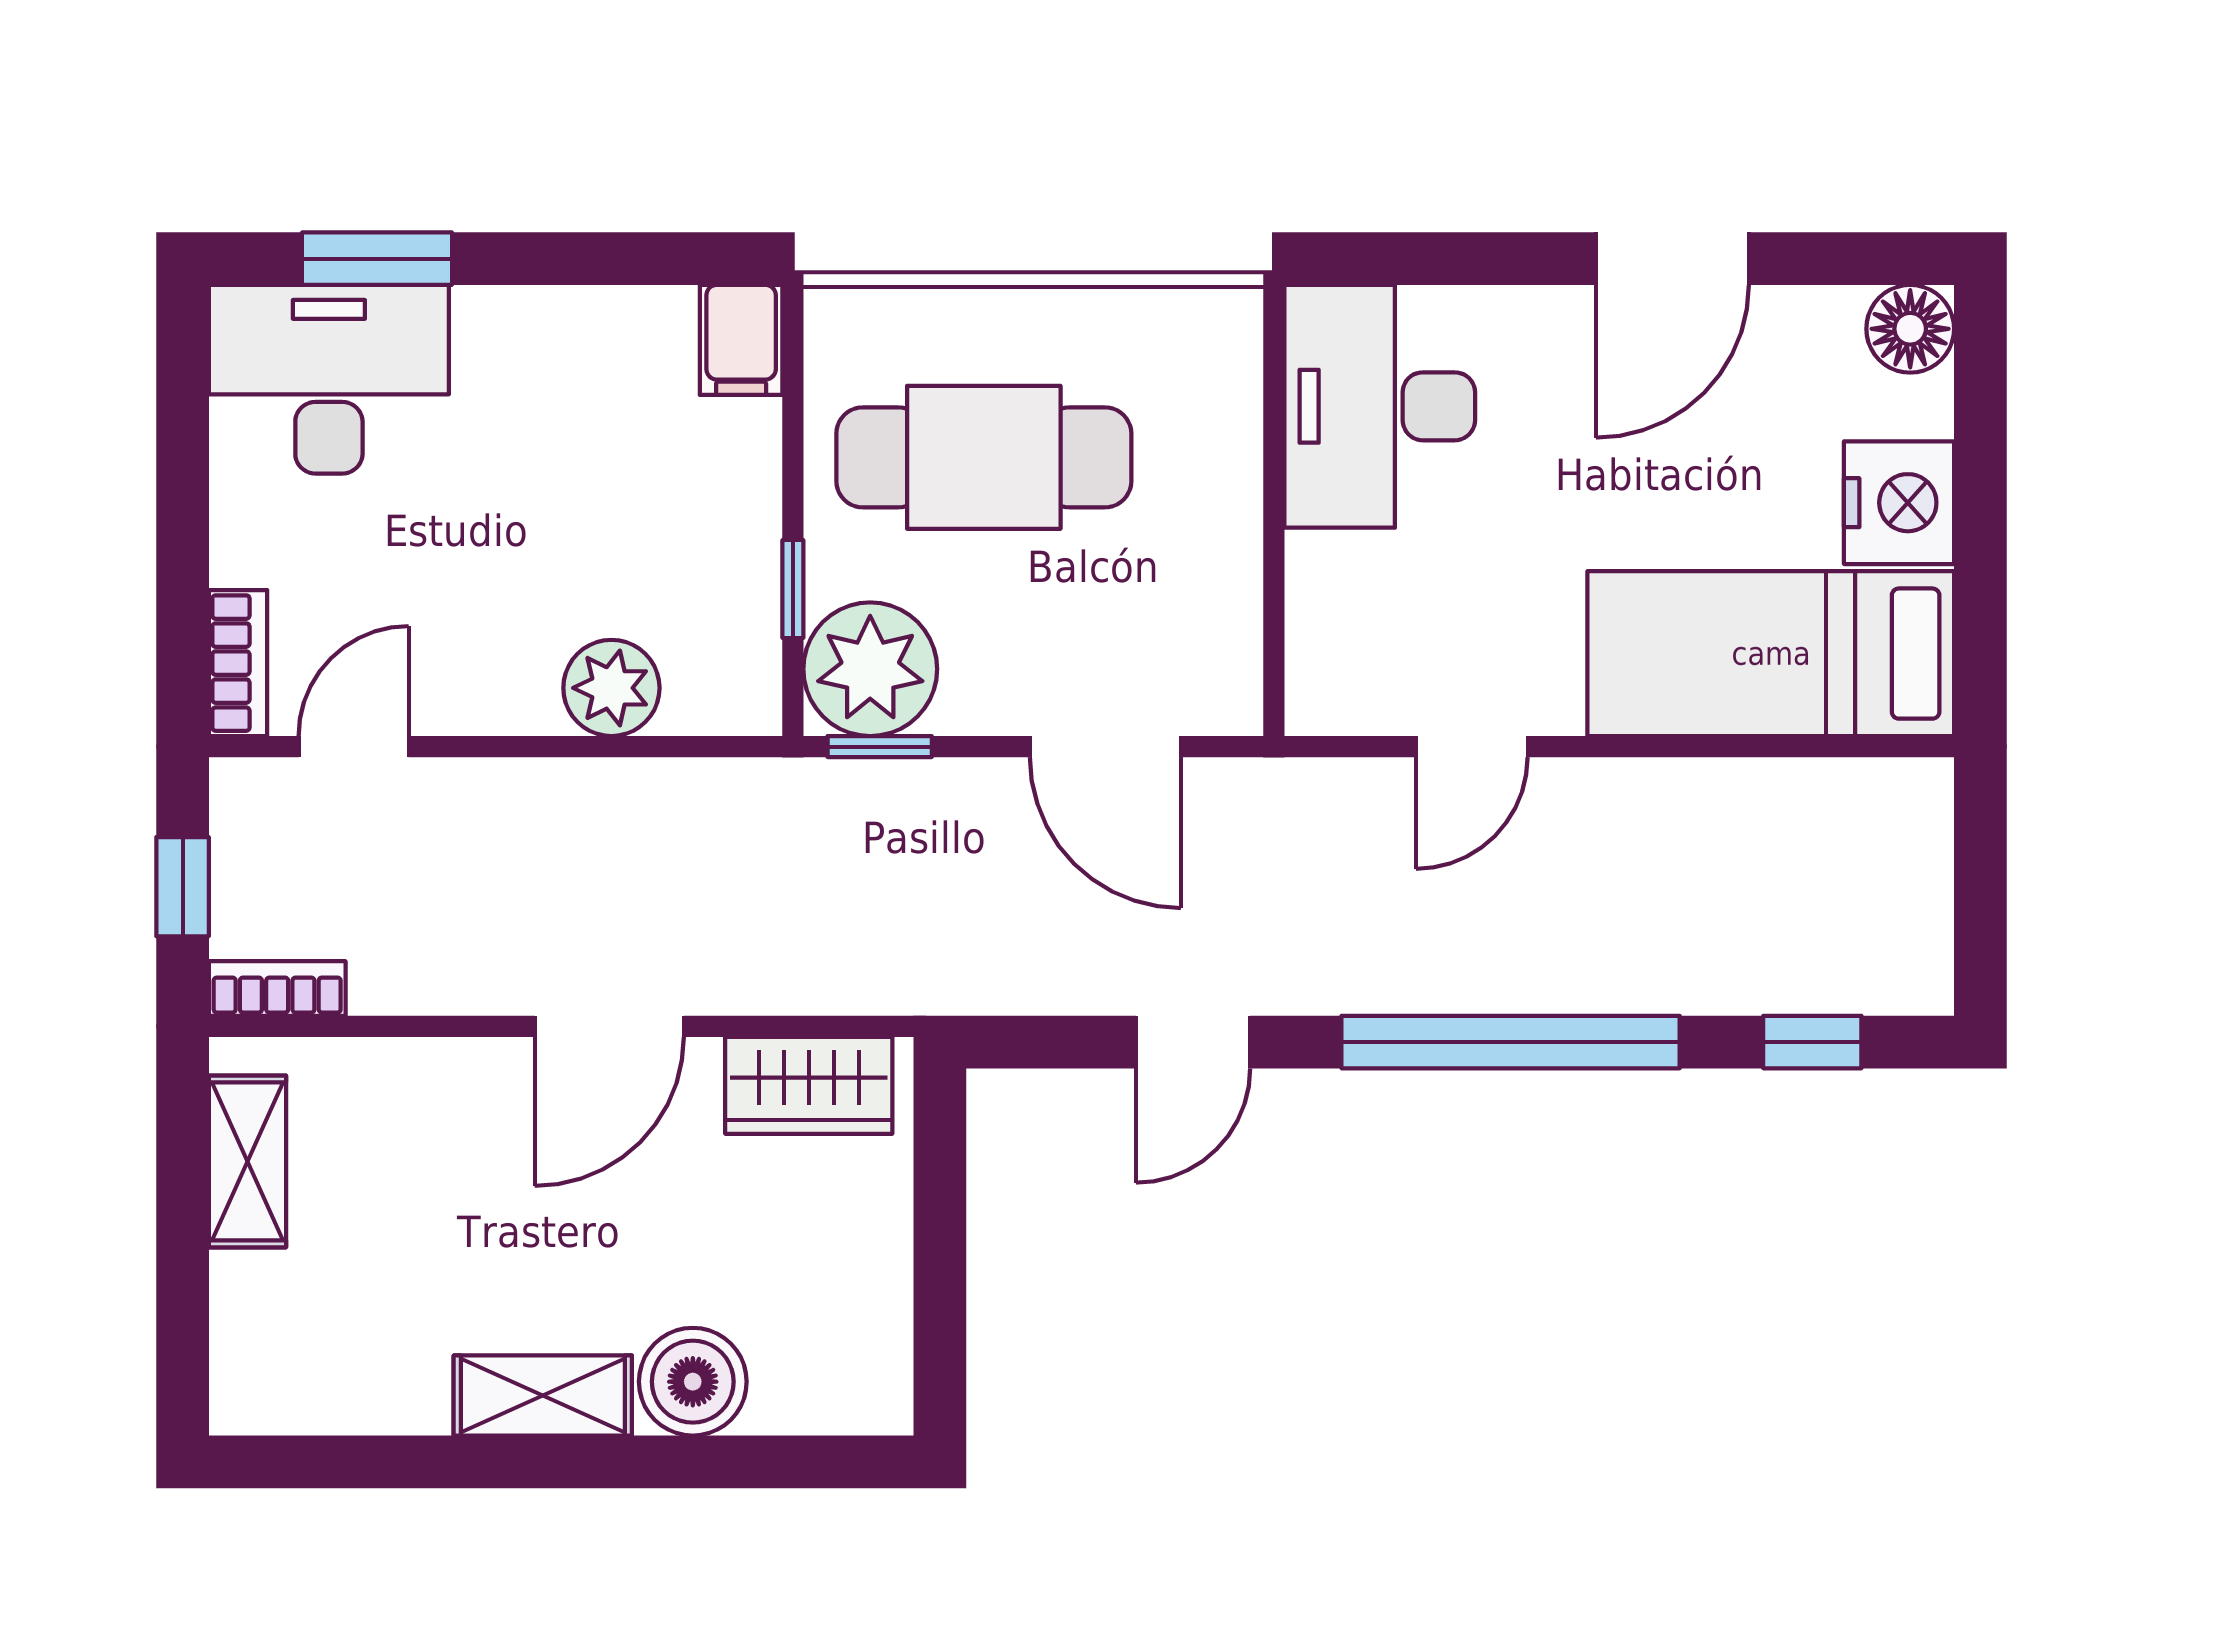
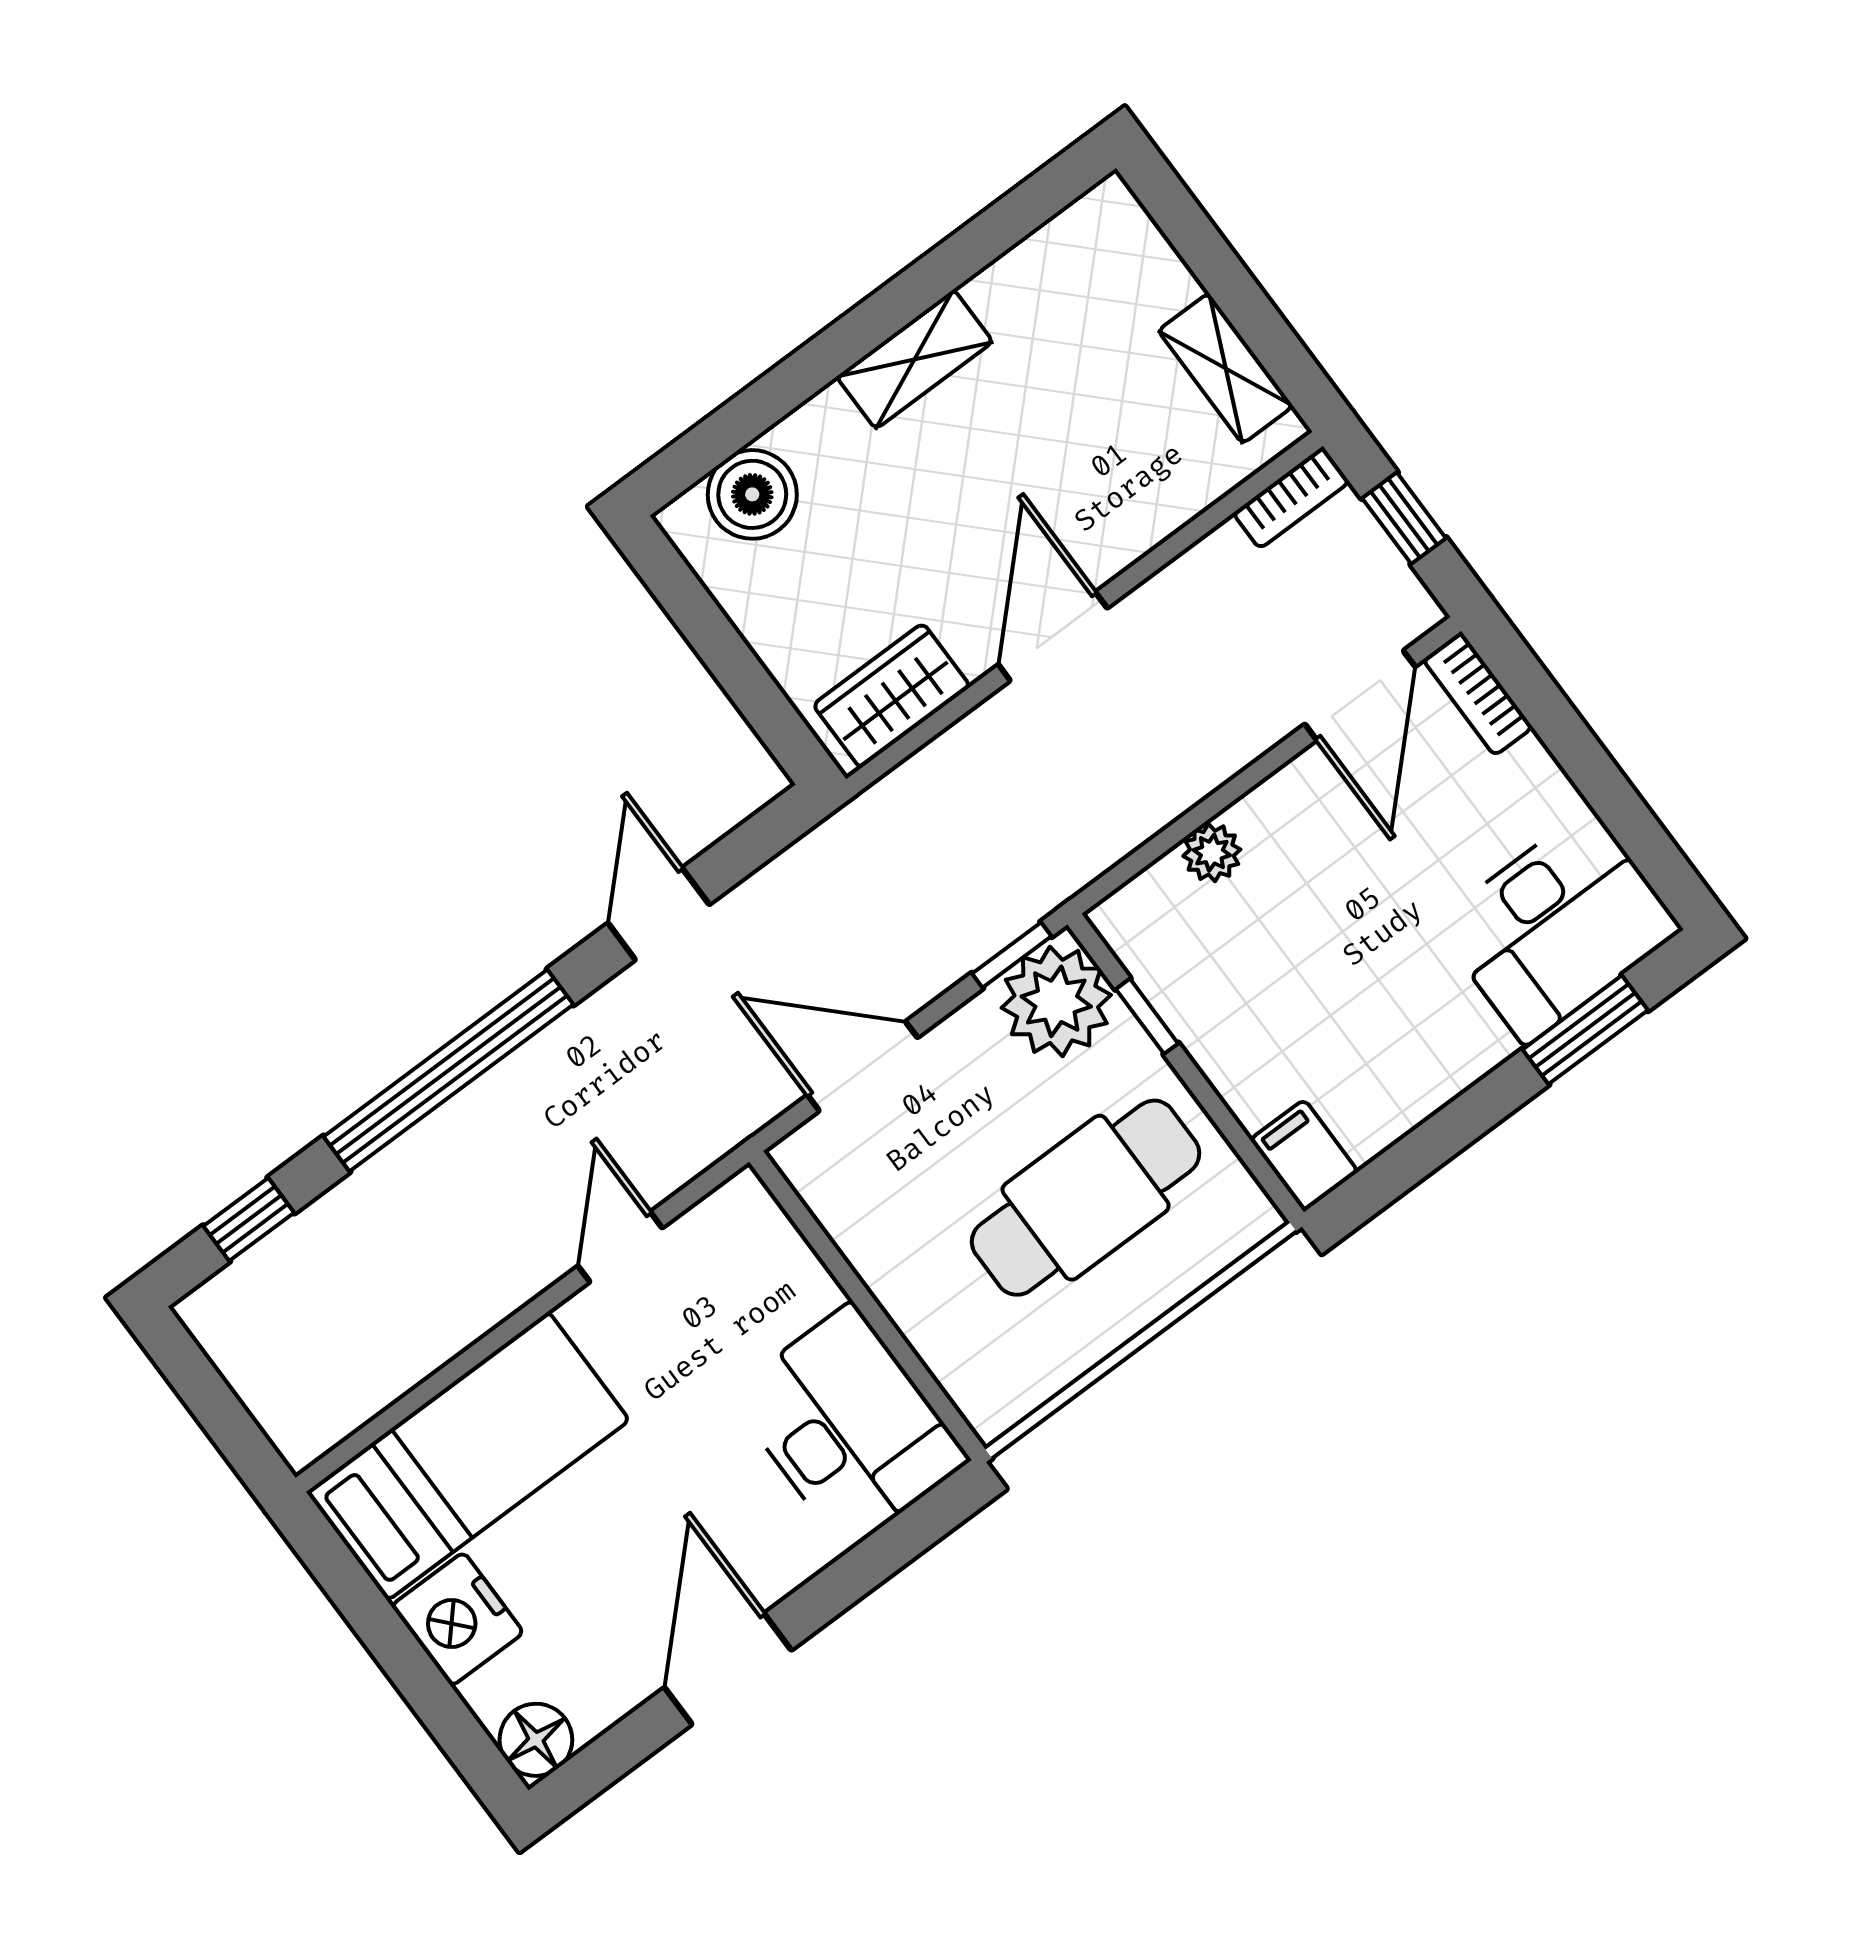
plant: (611, 688) -> (1212, 853), width x0.73, depth x0.73
door: (354, 747) -> (1360, 695), width x1.38
boiler: (693, 1382) -> (752, 494), moved

